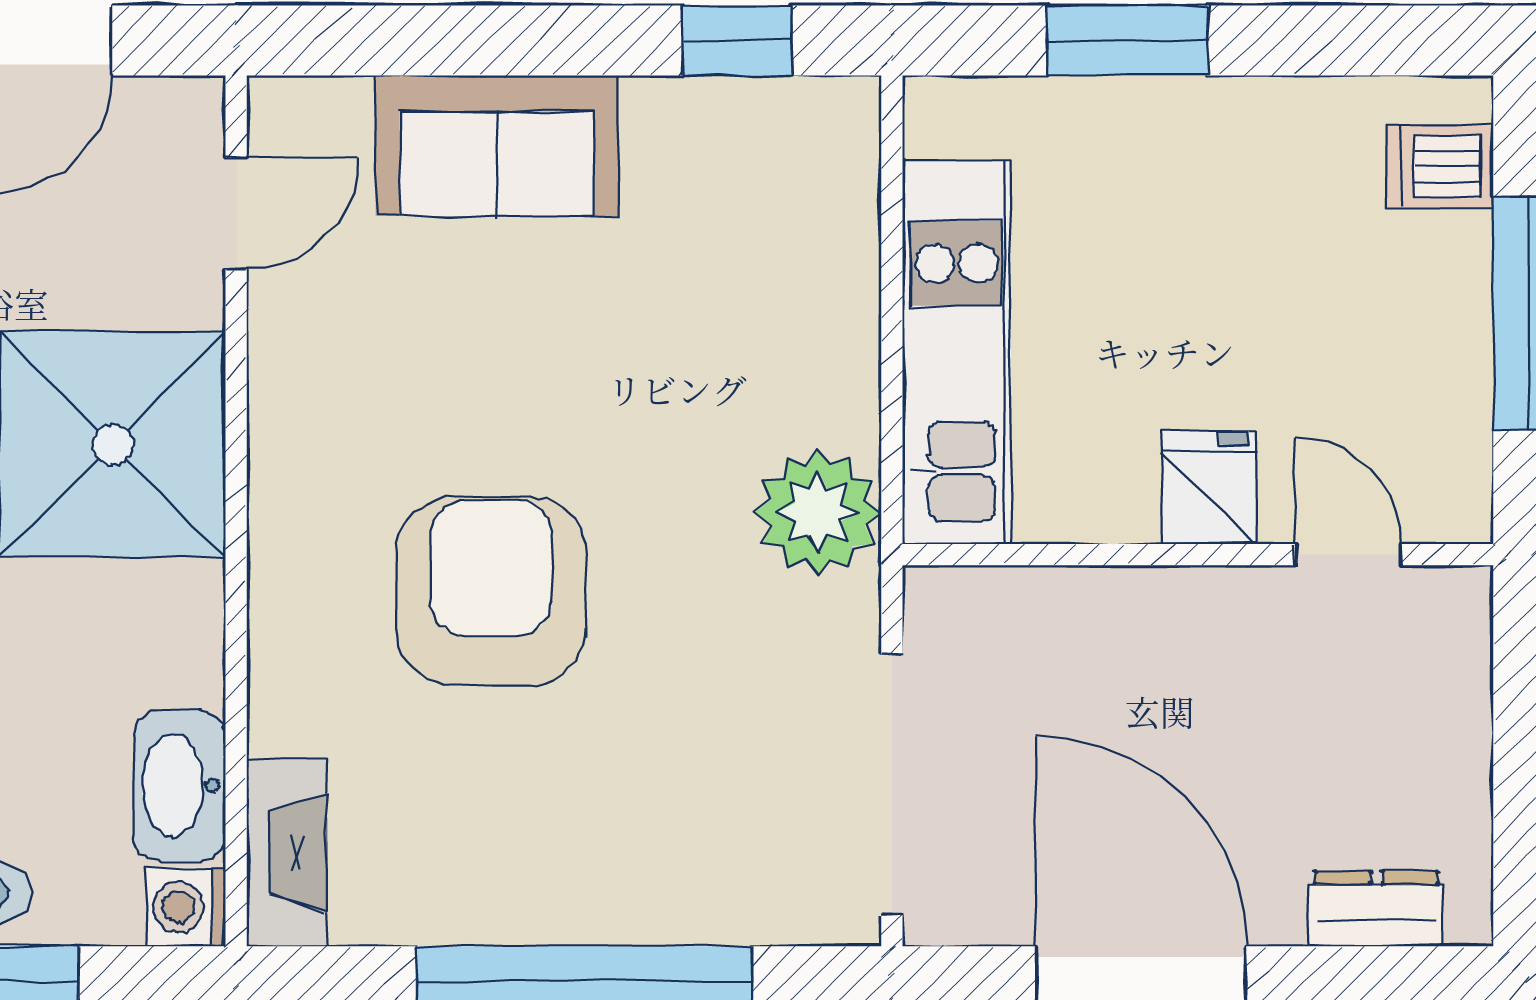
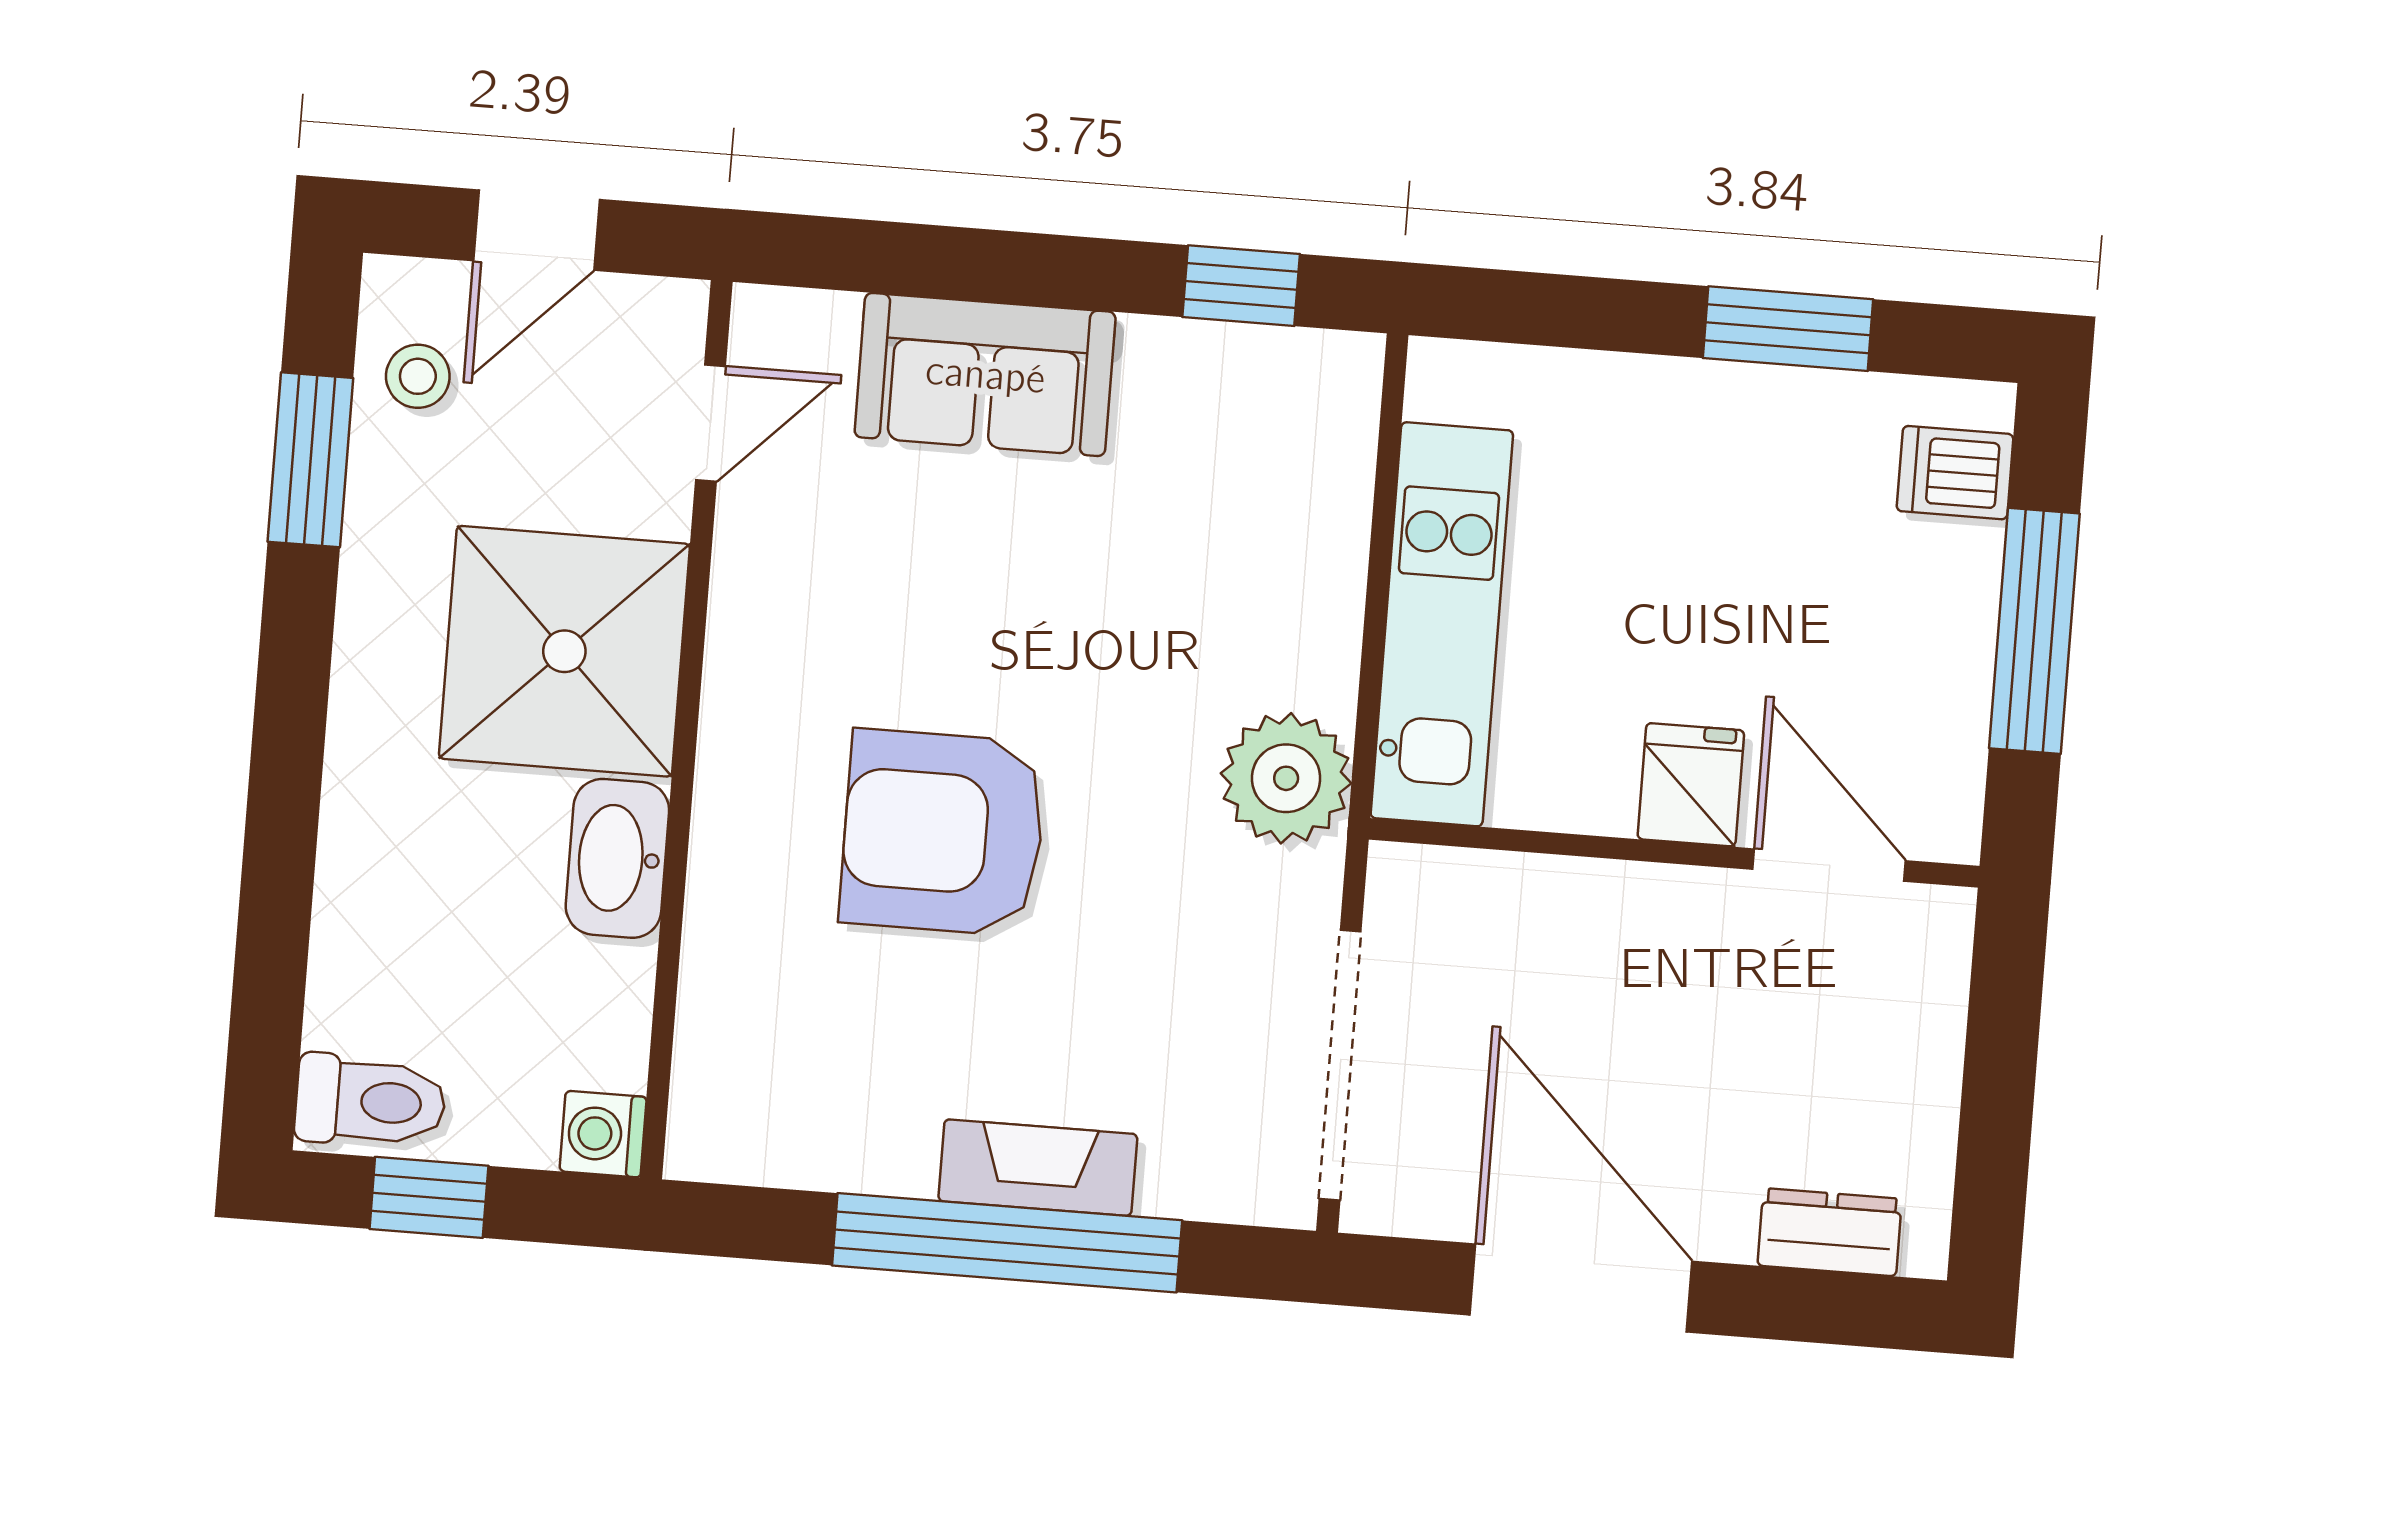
window: (1127, 40) -> (1788, 329), moved
door: (1348, 555) -> (1829, 865), width x1.38
armchair: (491, 591) -> (943, 833), turned -90
washbasin: (179, 785) -> (617, 858), moved
fireplace: (286, 853) -> (1038, 1168), moved, turned -90

